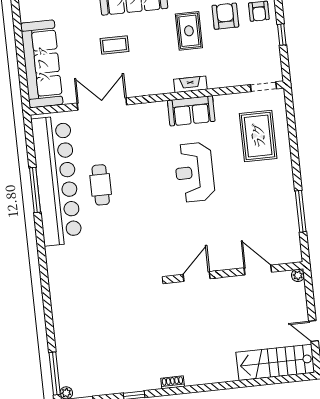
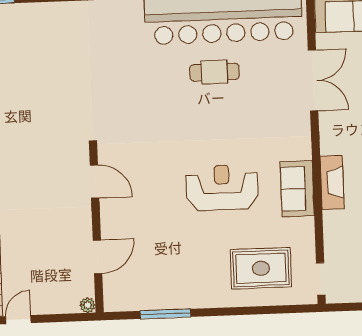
fireplace: (190, 84) -> (332, 183), width x1.37, depth x1.32

